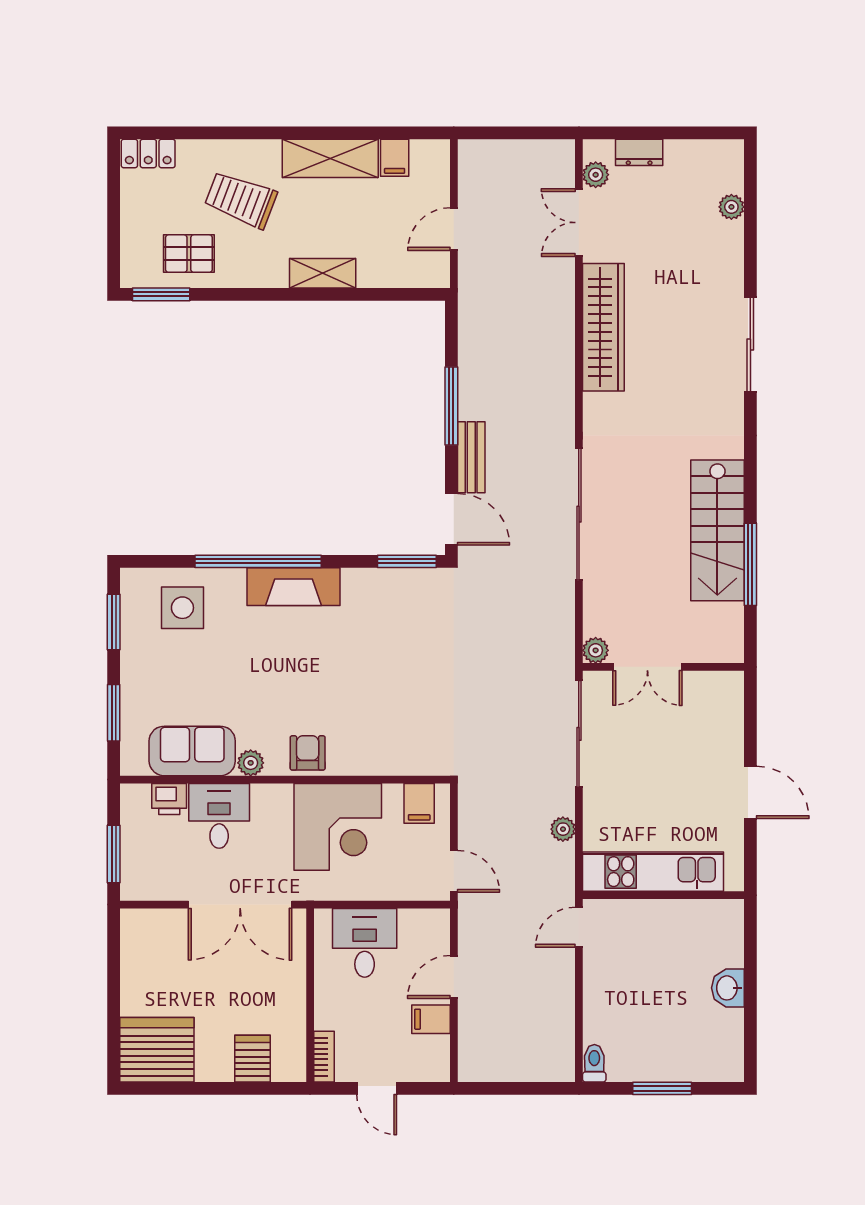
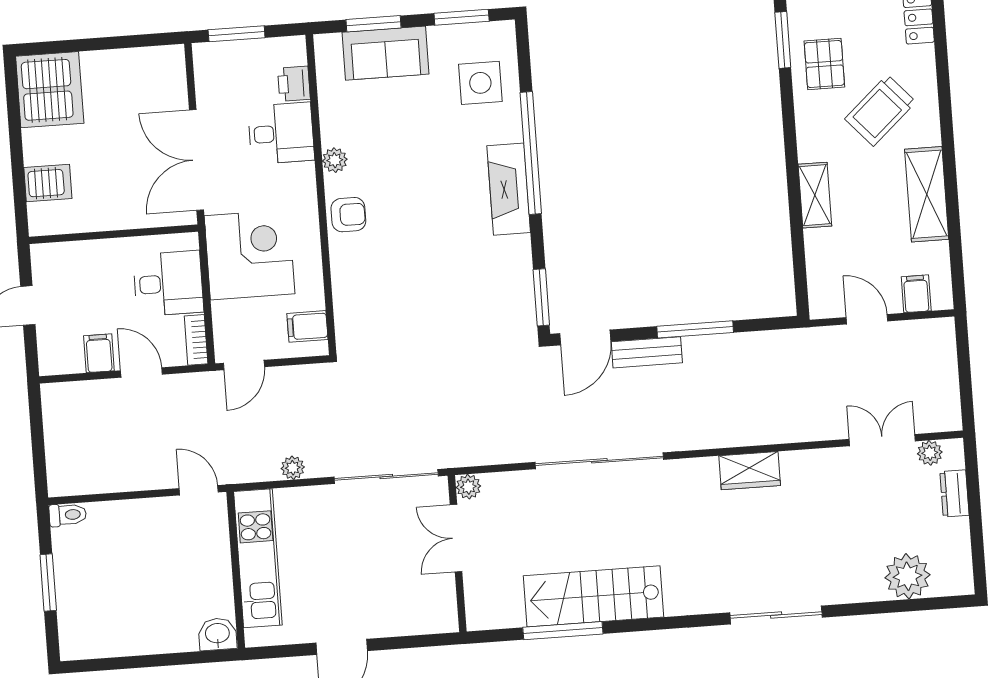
filing cabinet: (395, 158) -> (916, 294), moved, turned 90
trolley: (241, 200) -> (880, 110), turned -153
plant: (731, 207) -> (907, 576), width x1.88, depth x1.88
wardrobe: (603, 327) -> (750, 471), width x0.48, depth x0.85
sofa: (192, 751) -> (386, 53), moved, turned 90
corner desk: (338, 827) -> (250, 255), moved, turned 180
washbasin: (728, 988) -> (217, 634), moved
bookcase: (324, 1057) -> (196, 340), moved, turned 90

